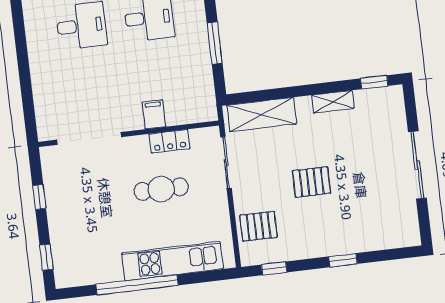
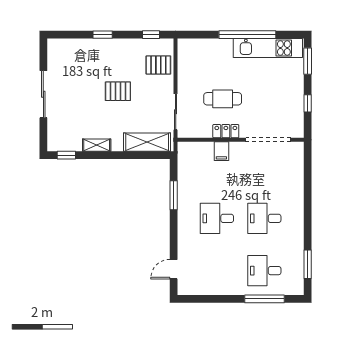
locker: (170, 141) -> (226, 131), moved
window: (46, 257) -> (308, 61), width x1.50
kitchen unit: (172, 261) -> (268, 48), moved

